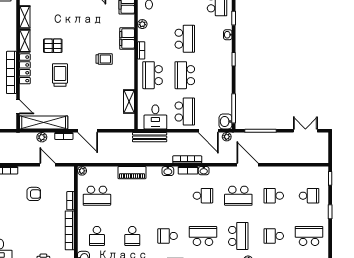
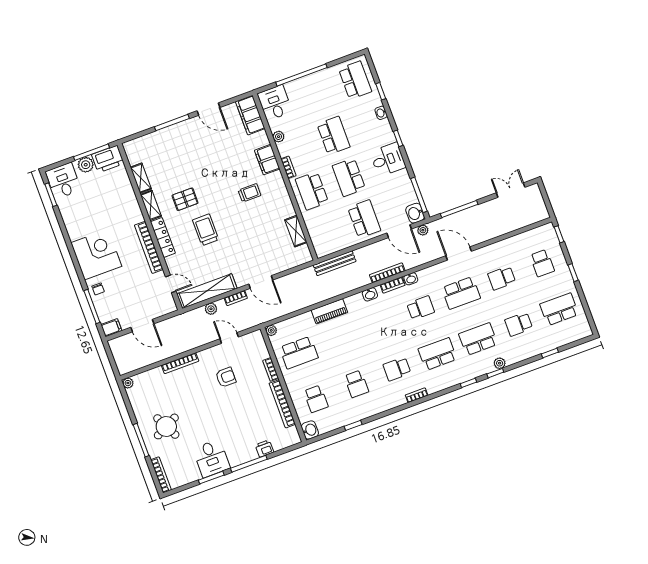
desk: (155, 117) -> (388, 159), moved, turned -90
school desk: (309, 196) -> (542, 263), turned 90
school desk: (238, 236) -> (478, 339), turned -90

